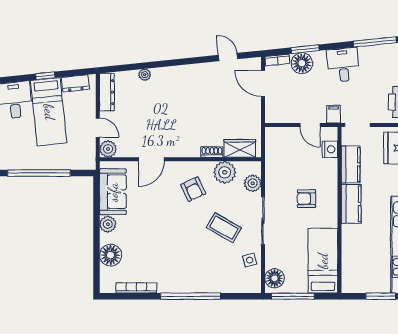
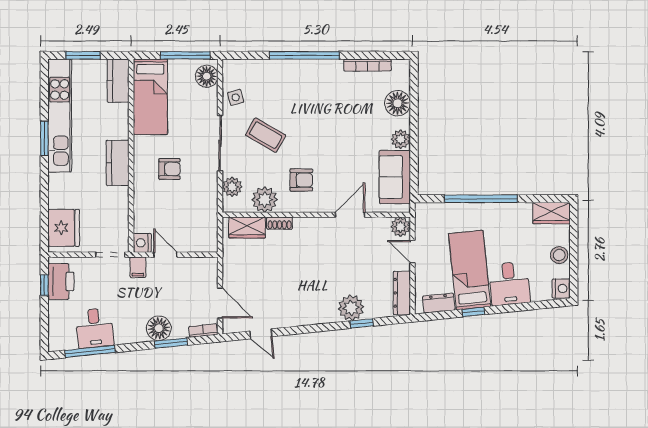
floor lamp: (302, 63) -> (159, 328), moved
desk: (343, 65) -> (95, 328), moved
window: (141, 66) -> (362, 323), added
plant: (145, 75) -> (351, 308), width x1.88, depth x1.88
nightstand: (330, 149) -> (142, 243), moved
kitchen counter: (351, 164) -> (118, 81), moved
armchair: (193, 189) -> (301, 180), turned 115

